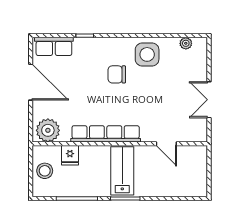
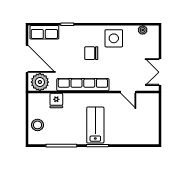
plant: (48, 130) -> (40, 82), moved
row of seats: (106, 134) -> (83, 85), moved
wall: (120, 144) -> (93, 92), moved
door: (166, 144) -> (128, 92), moved
fridge: (70, 155) -> (56, 100), moved

